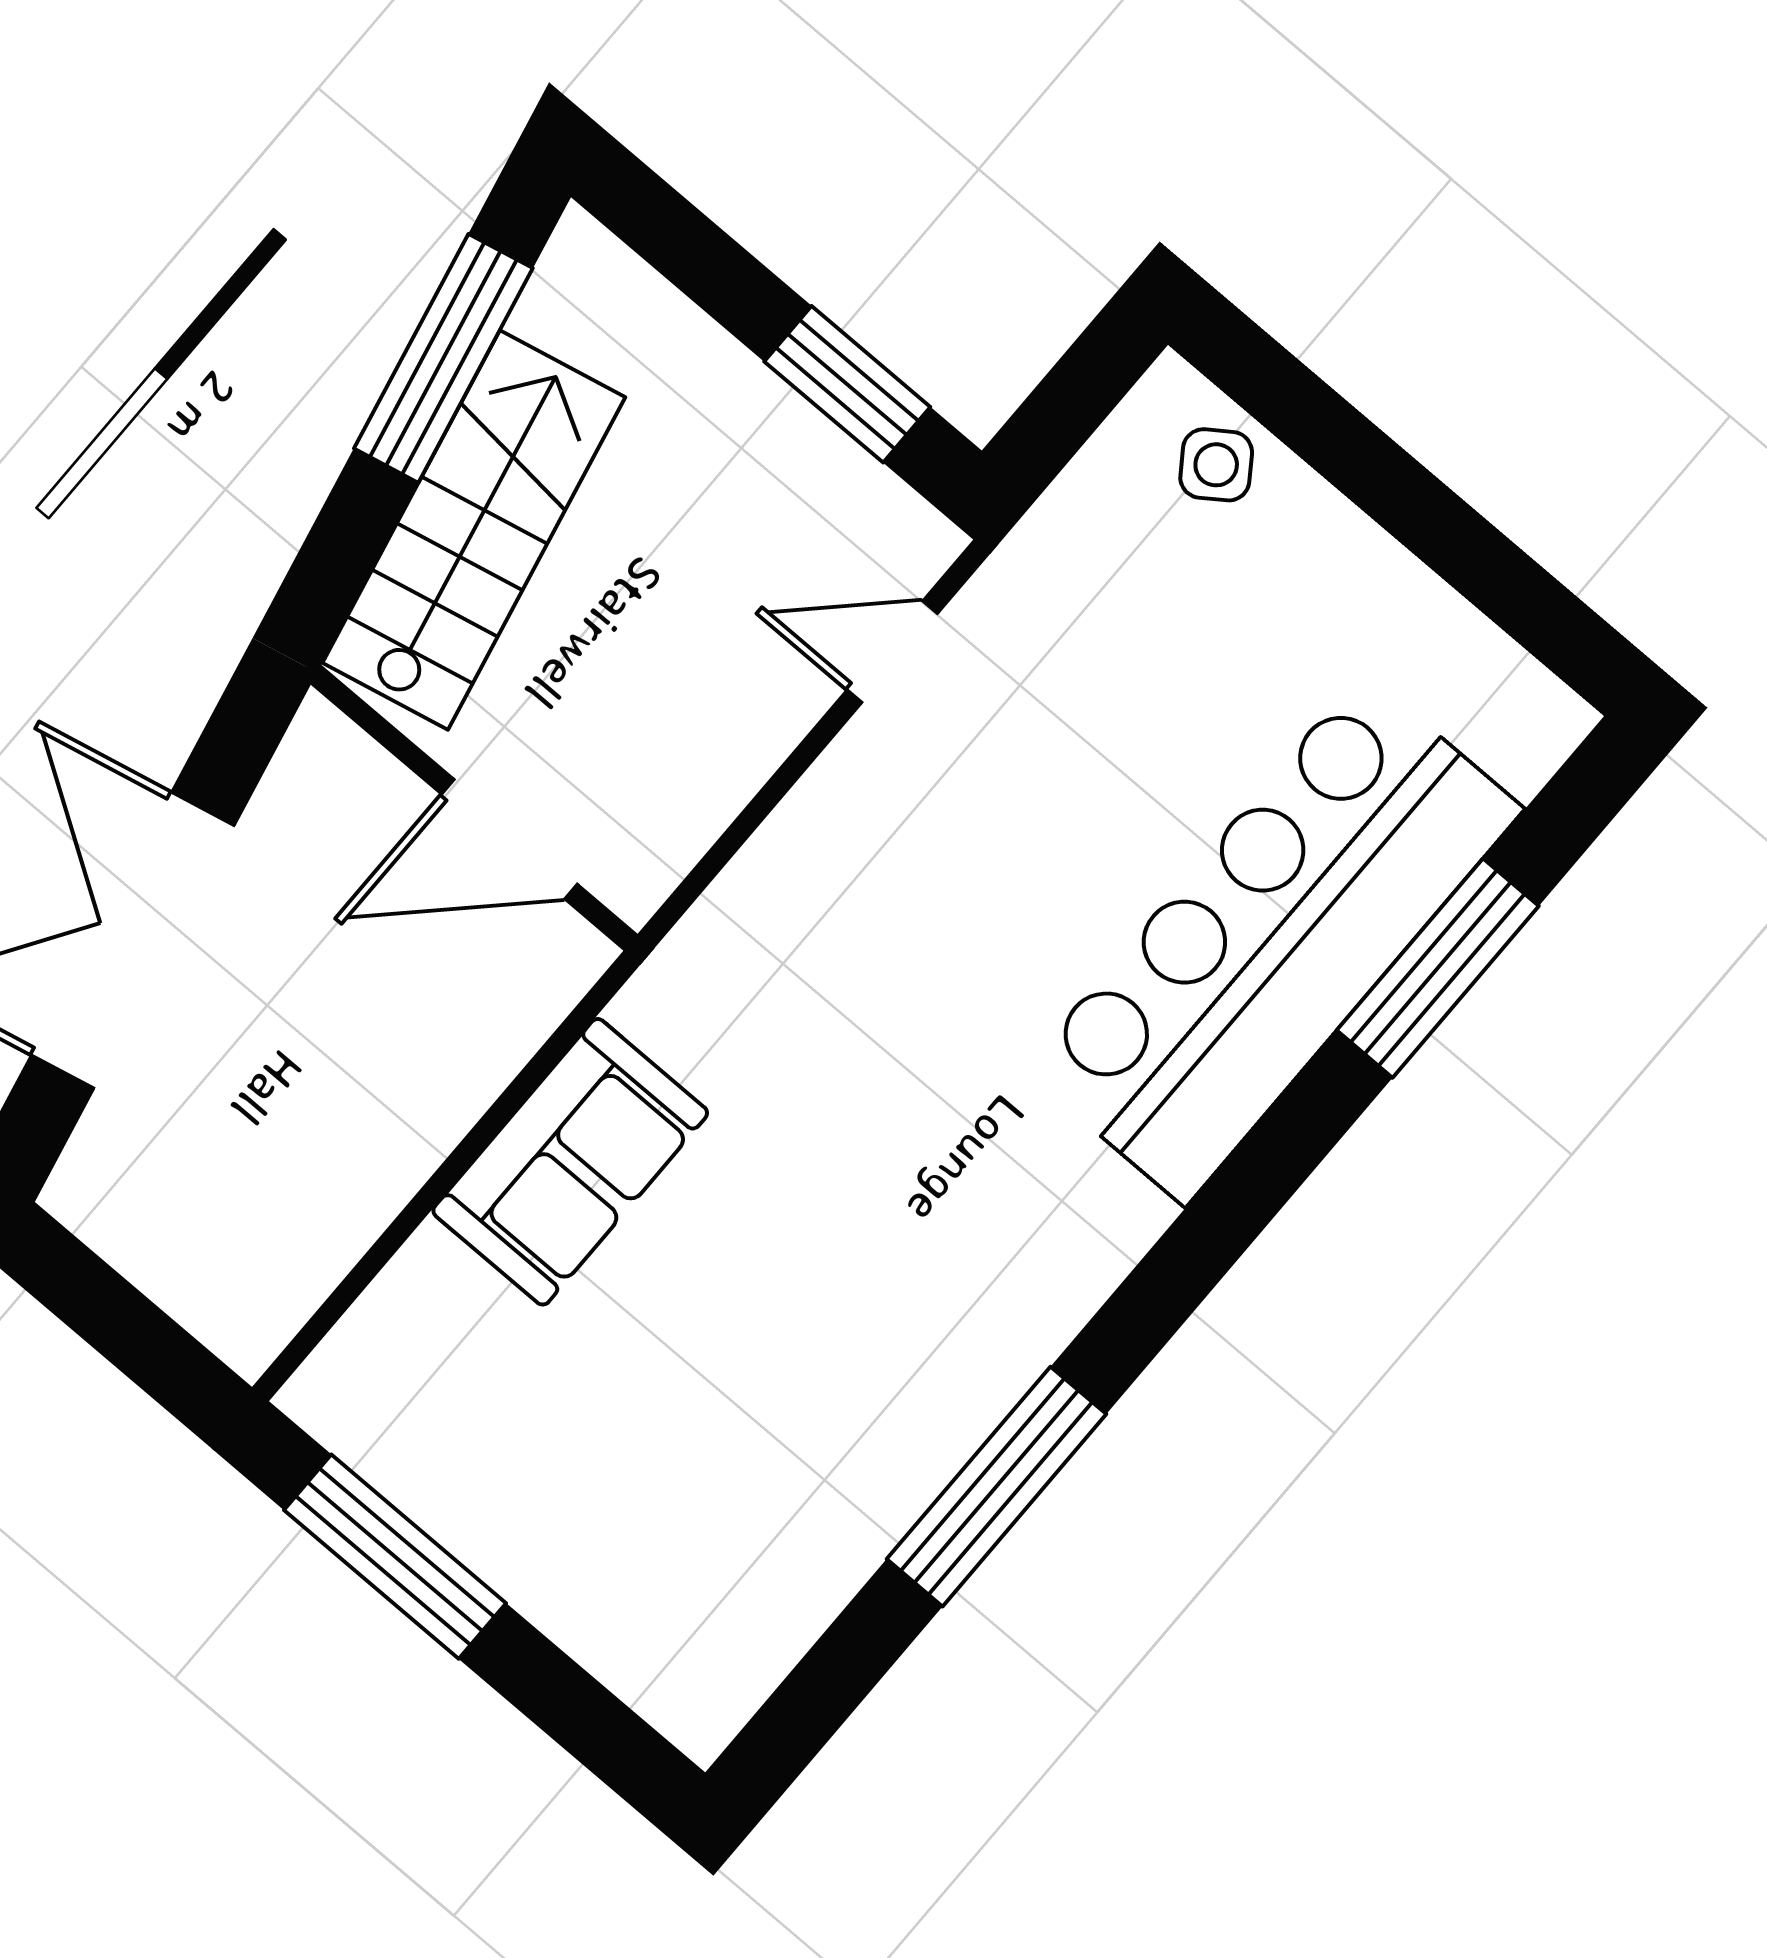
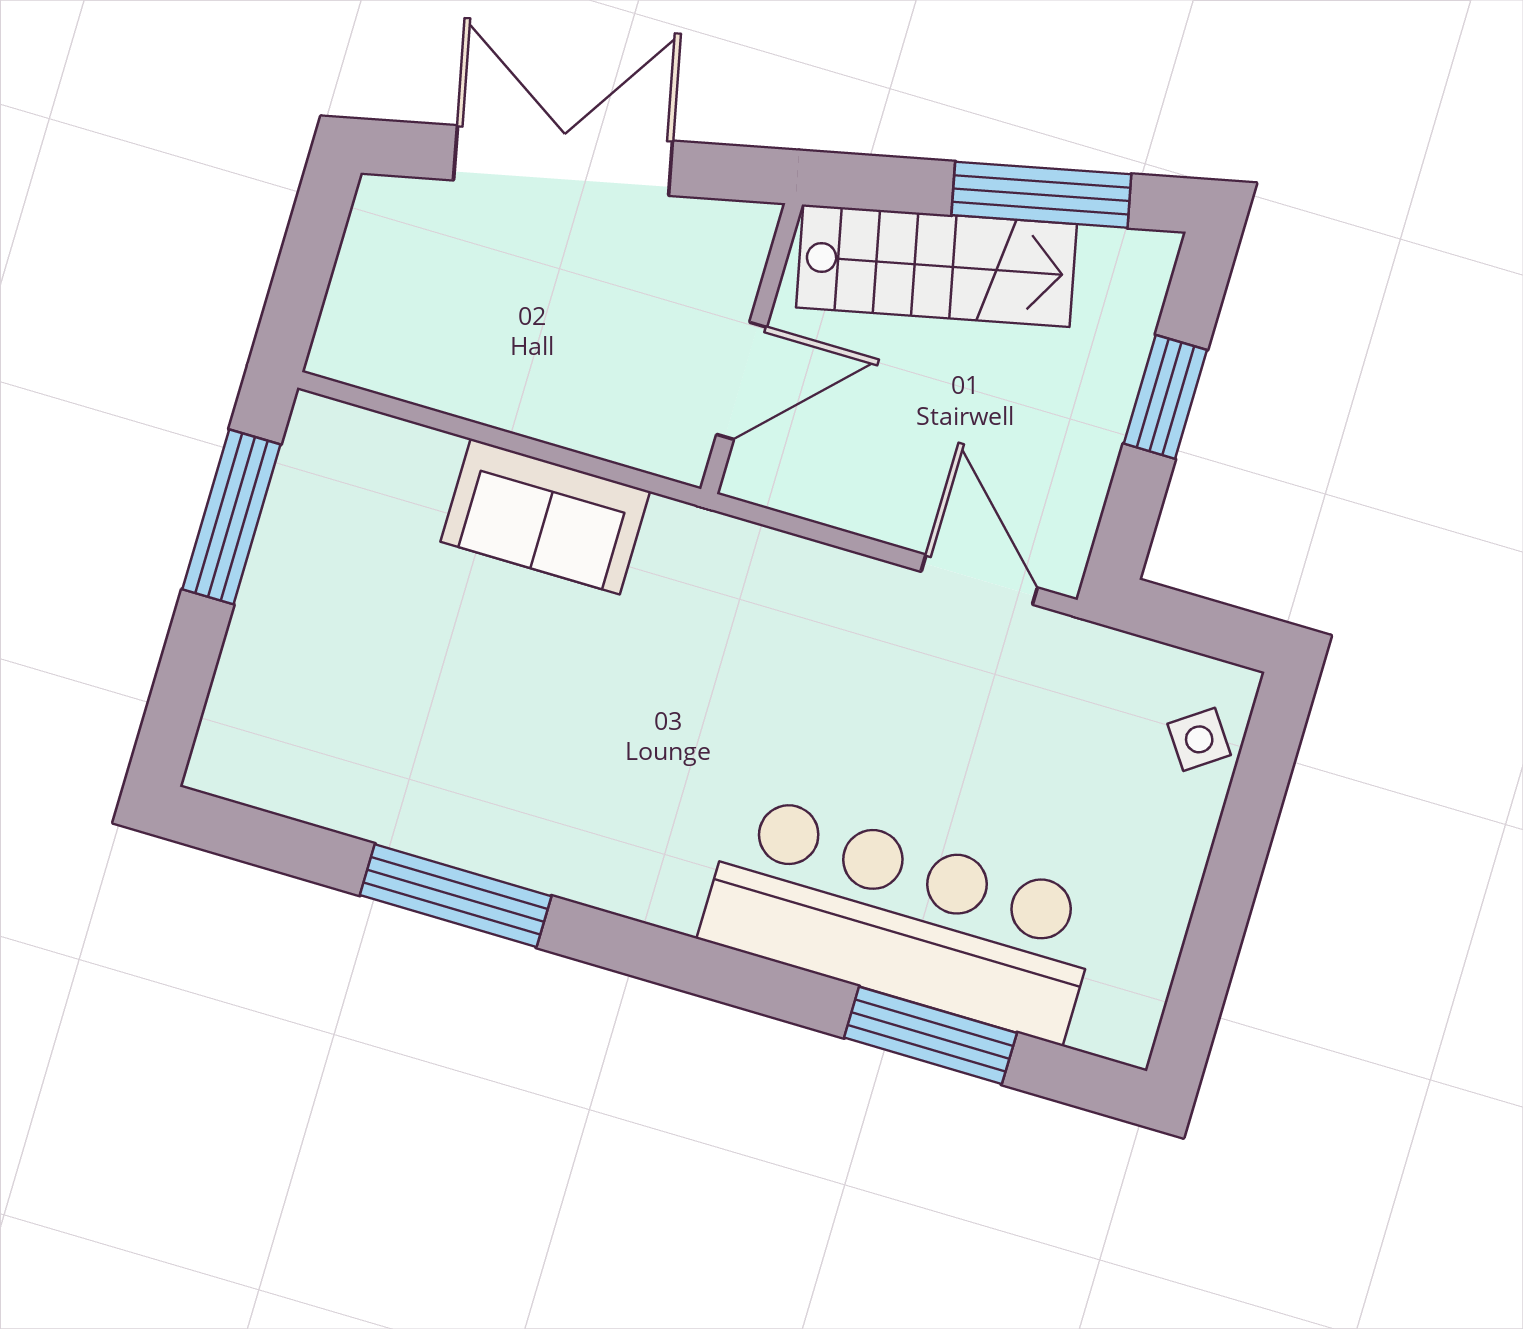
window: (847, 384) -> (1165, 397), moved
door: (892, 652) -> (979, 580), width x1.38
door: (509, 839) -> (742, 381), swing flipped

